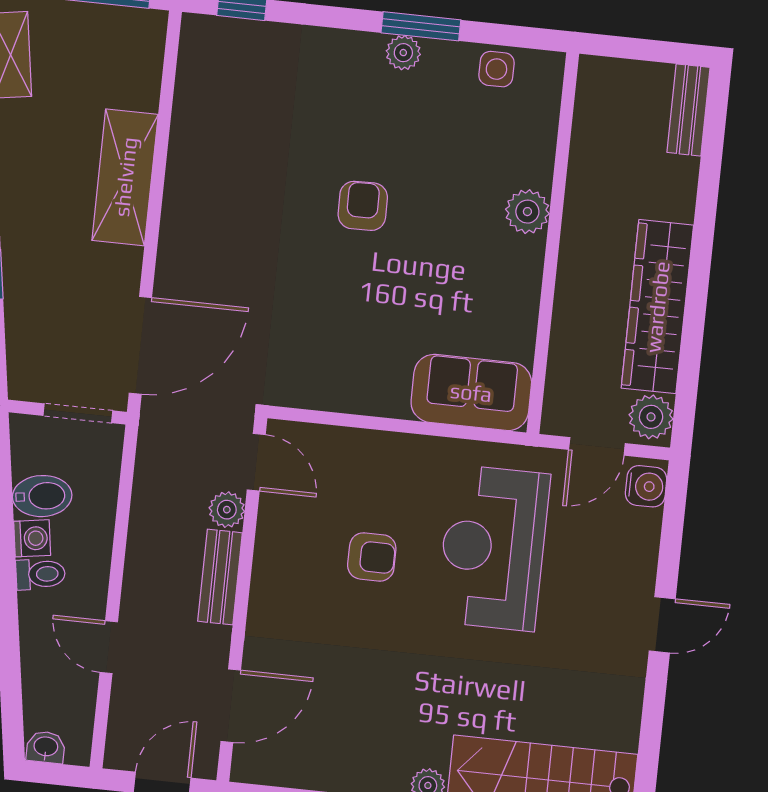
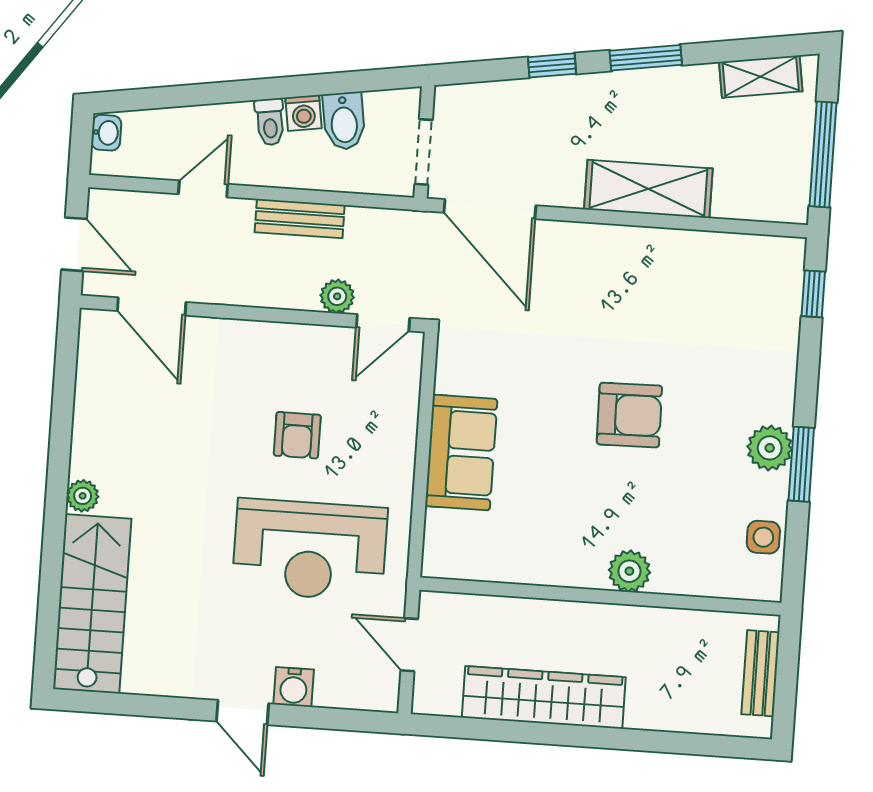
plant: (403, 53) -> (770, 448), width x1.38, depth x1.38
bench: (688, 110) -> (760, 673), moved, turned 90
armchair: (363, 206) -> (629, 415), width x1.38, depth x1.38
sofa: (471, 392) -> (461, 453), moved
plant: (651, 417) -> (439, 695), removed
water cooler: (646, 486) -> (294, 687), moved
reception desk: (493, 548) -> (310, 550), turned 180
bench: (220, 577) -> (300, 219), moved

